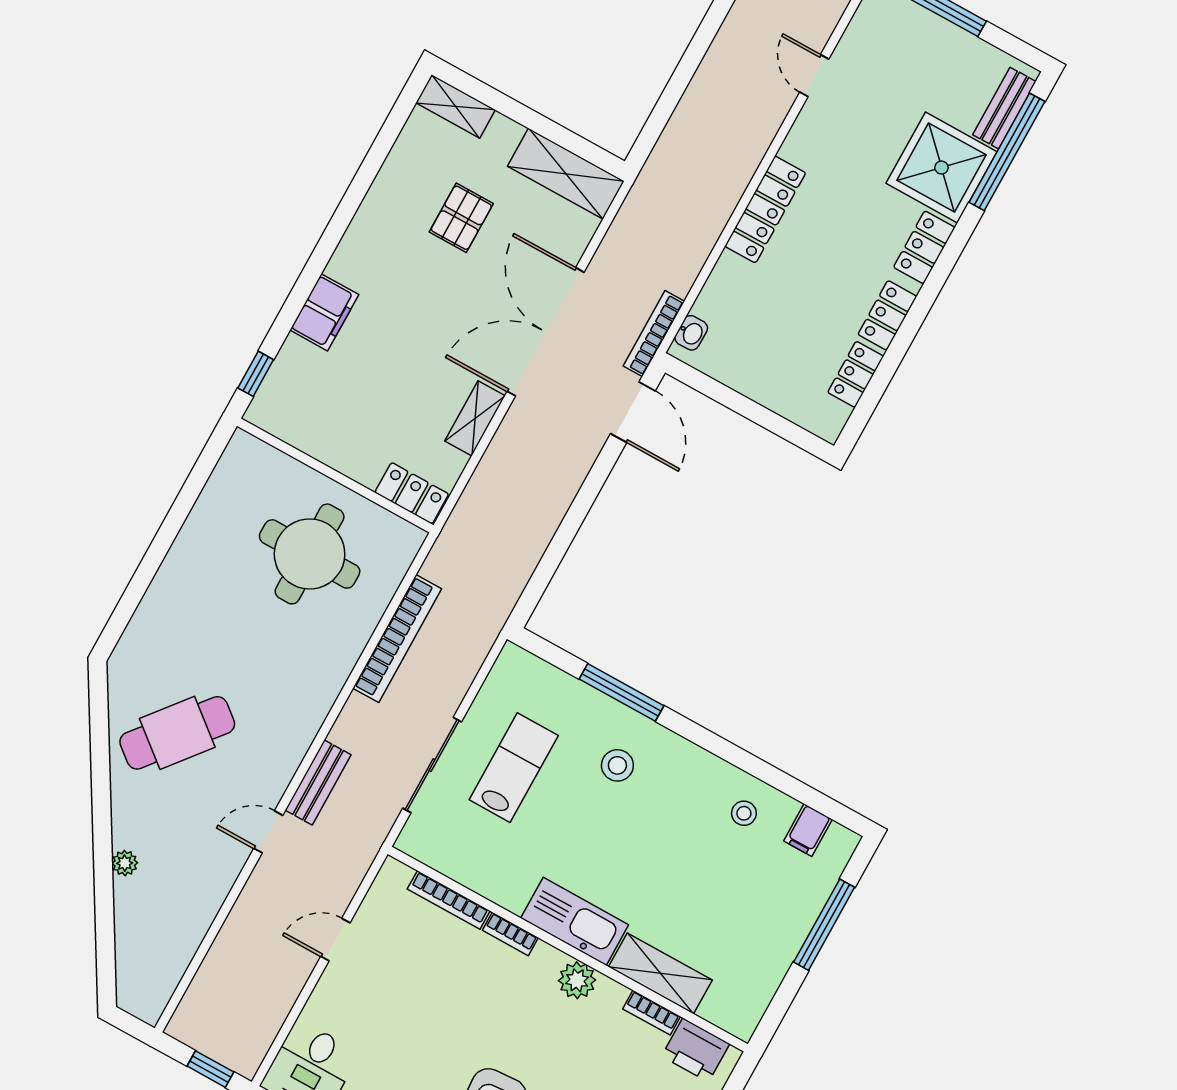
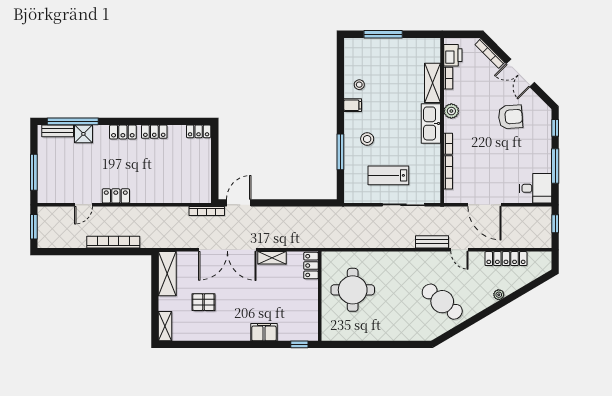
shower: (941, 168) -> (83, 134), width x0.54, depth x0.54
locker: (765, 209) -> (116, 196), moved, width x0.66
washbasin: (691, 333) -> (199, 198), removed
locker: (856, 374) -> (199, 131), moved
bookcase: (397, 638) -> (113, 242), moved
filing cabinet: (808, 830) -> (353, 105), moved
locker: (194, 922) -> (506, 259), added
door: (335, 940) -> (484, 205), width x1.88

